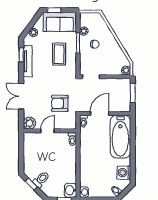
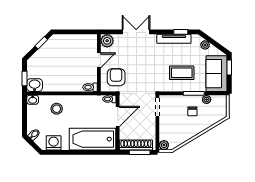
shoe rack: (126, 97) -> (136, 145), added
armchair: (60, 103) -> (116, 77), moved
door: (100, 113) -> (118, 117), hinge flipped
door: (48, 131) -> (99, 60), hinge flipped
stool: (92, 170) -> (57, 109), added
toilet: (41, 179) -> (46, 53), removed

